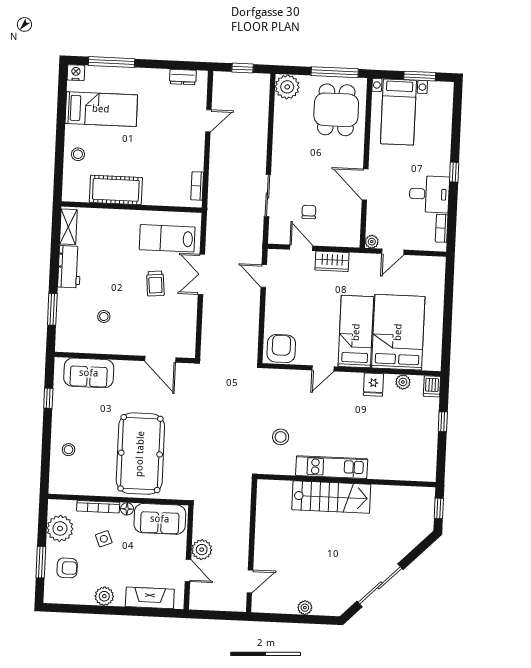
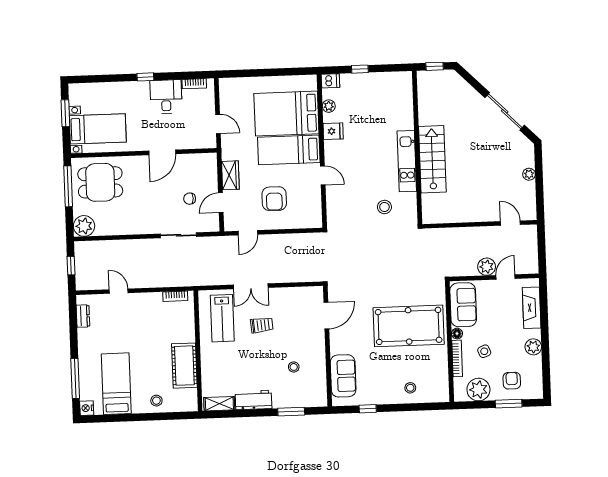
plant: (372, 242) -> (211, 143), removed
armchair: (281, 349) -> (274, 199), moved, turned -90

